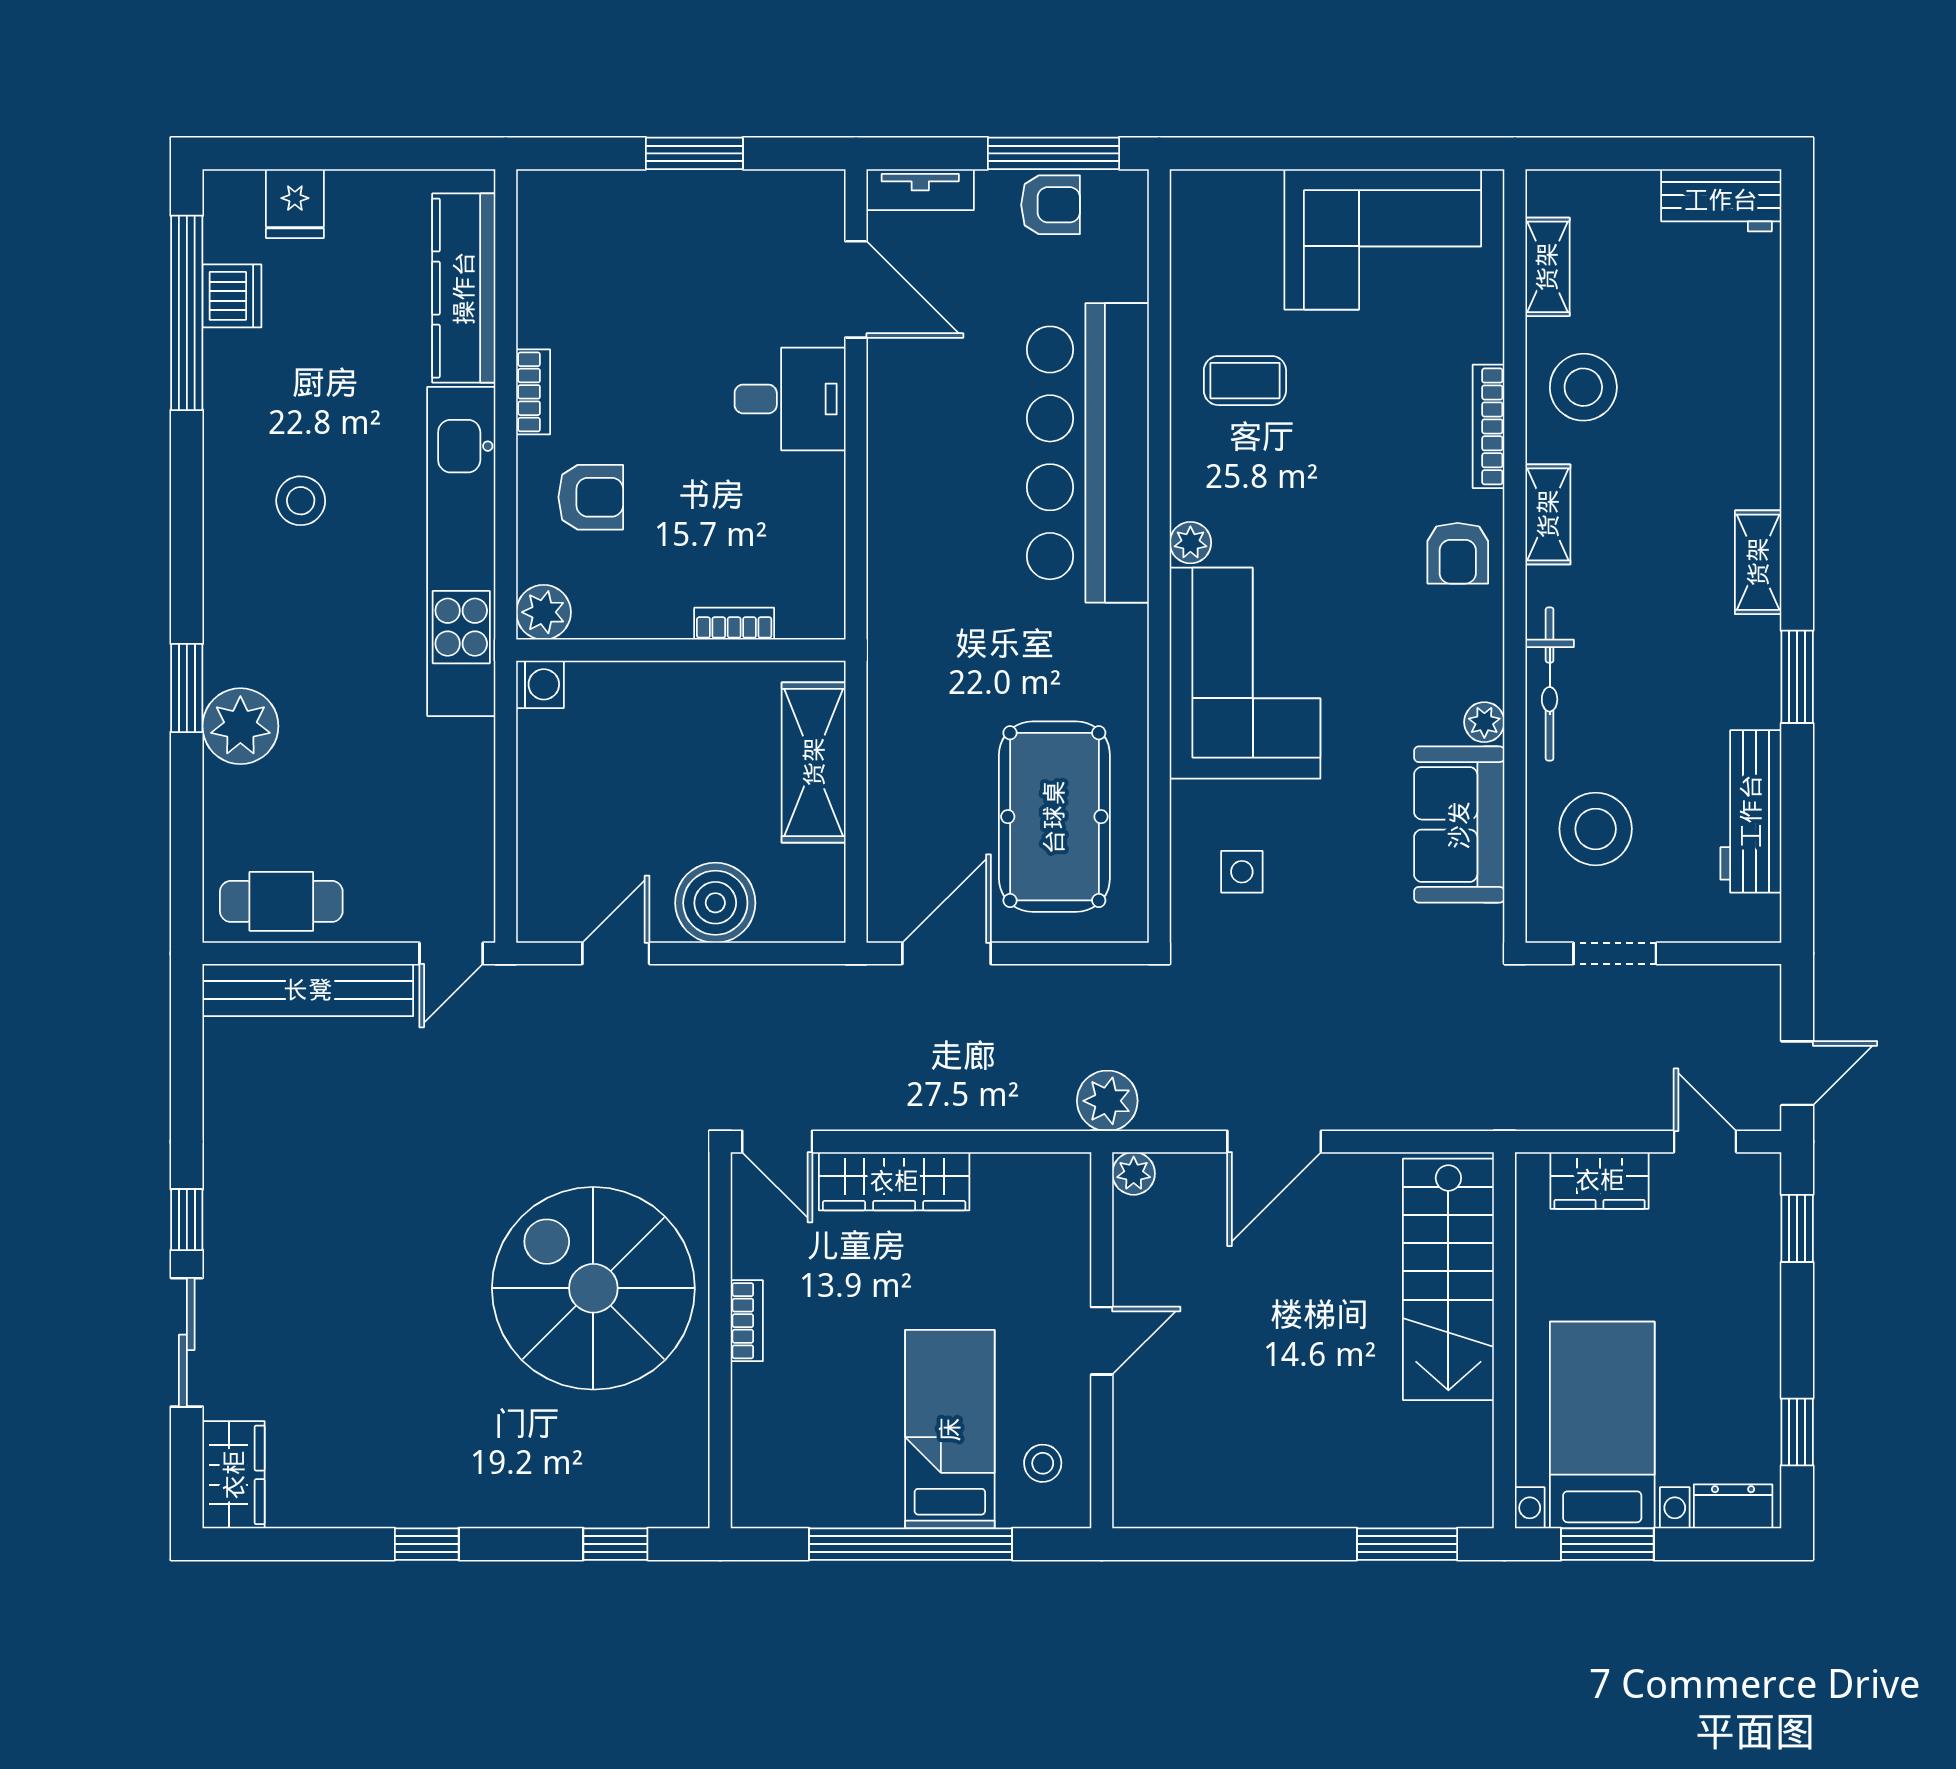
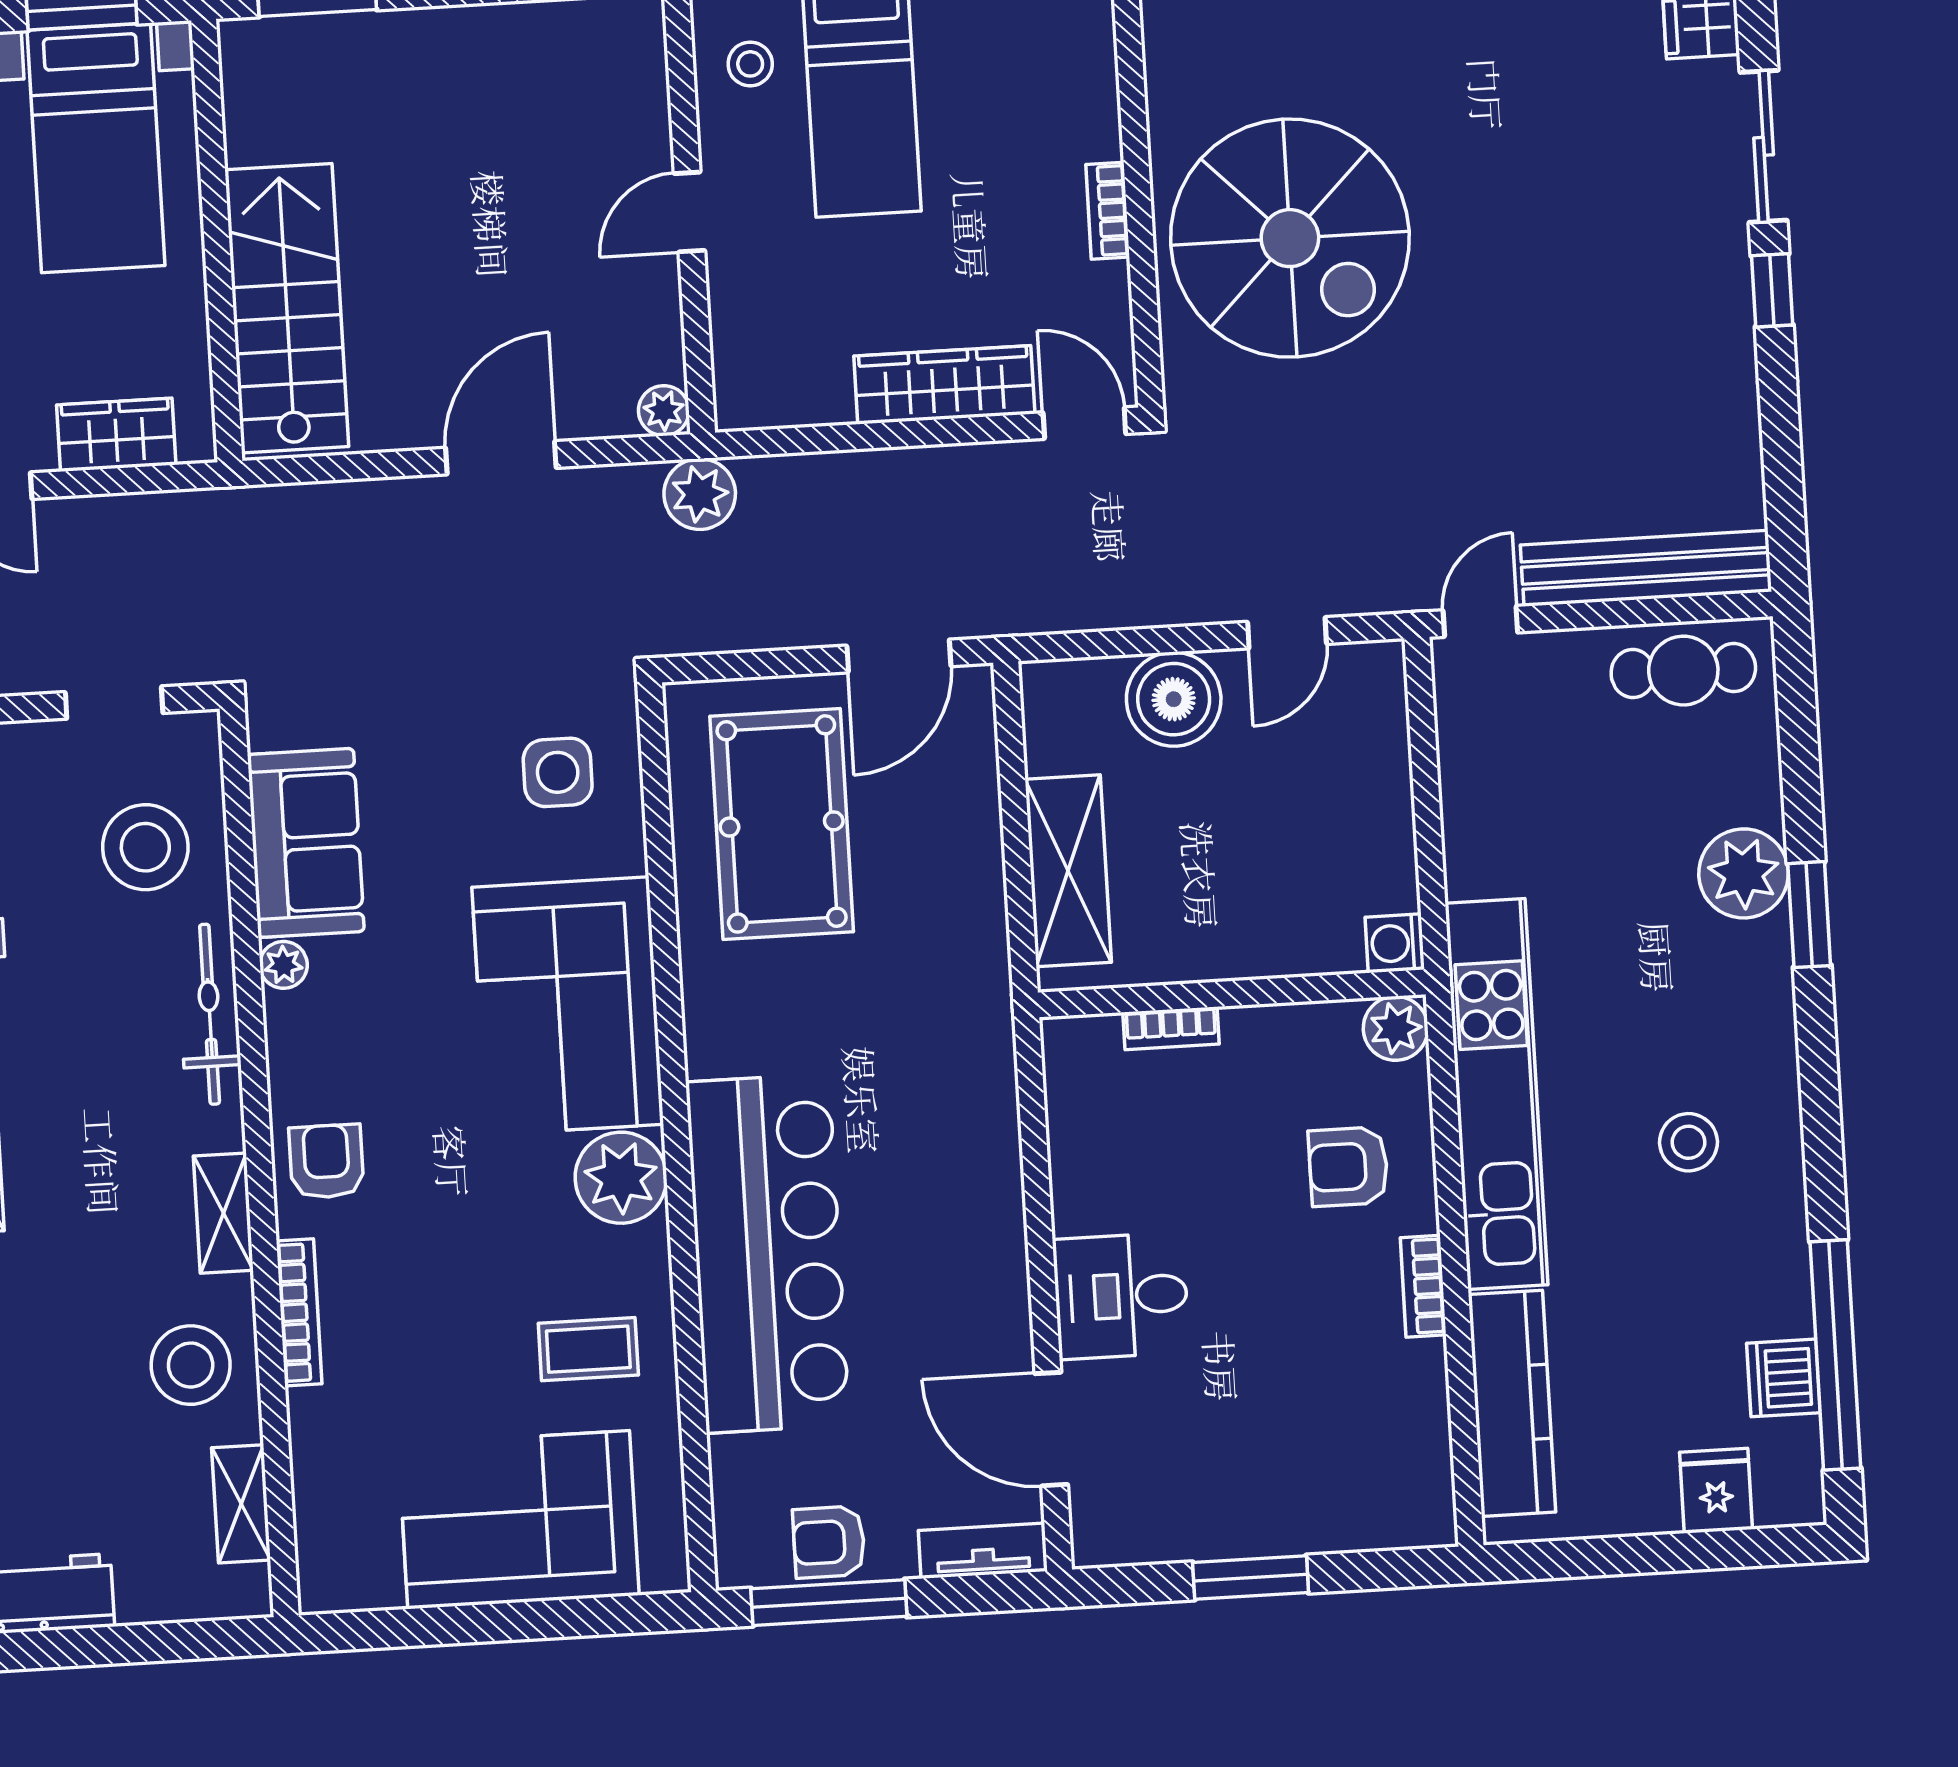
corner sofa: (1383, 239) -> (519, 1520), moved
plant: (1190, 543) -> (621, 1178), width x1.87, depth x1.87
side table: (1242, 872) -> (558, 772), width x1.37, depth x1.37

